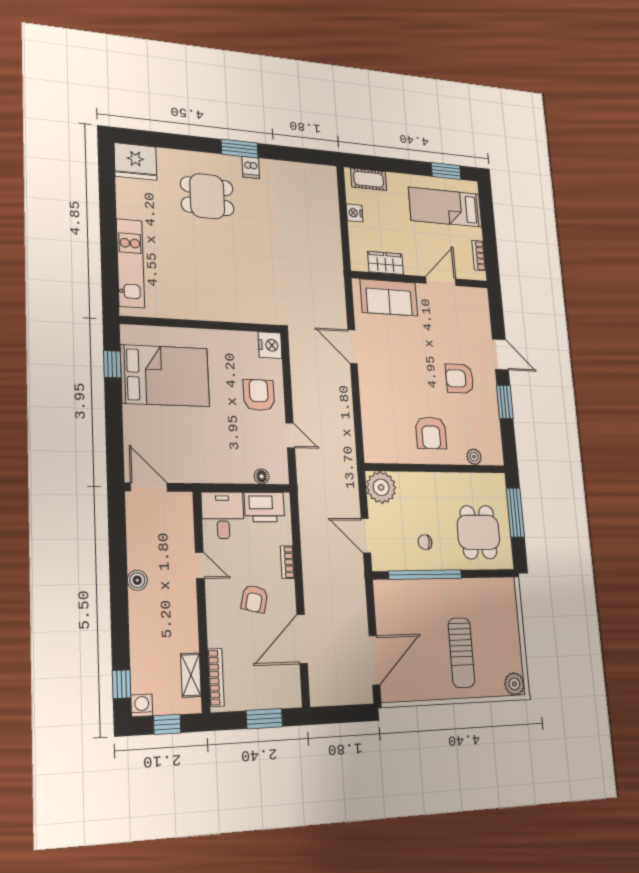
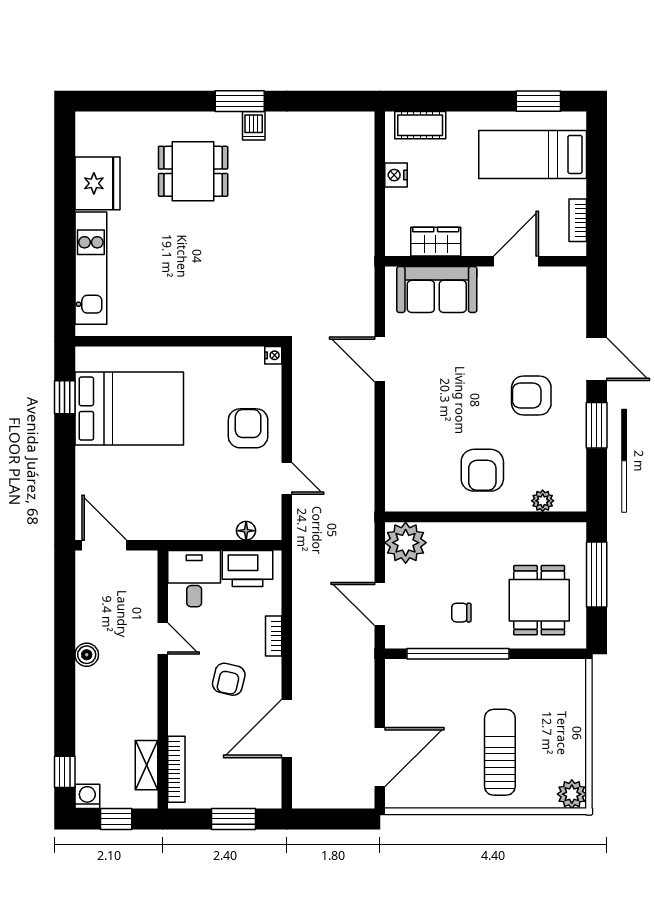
fridge: (136, 161) -> (97, 183), moved, turned -90
nightstand: (270, 345) -> (273, 355), width x0.53, depth x0.56
sun lounger: (461, 653) -> (500, 752), turned 180

